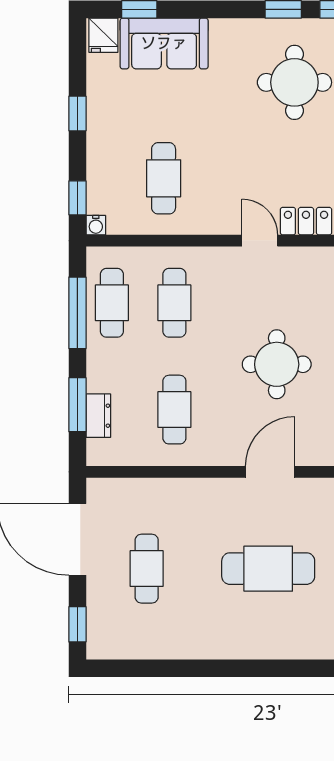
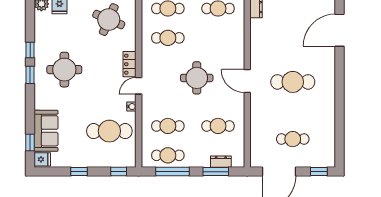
cafe table: (164, 178) -> (109, 131), width x1.37, depth x1.35
water cooler: (96, 225) -> (131, 107), moved
cafe table: (268, 569) -> (293, 82), turned 90

